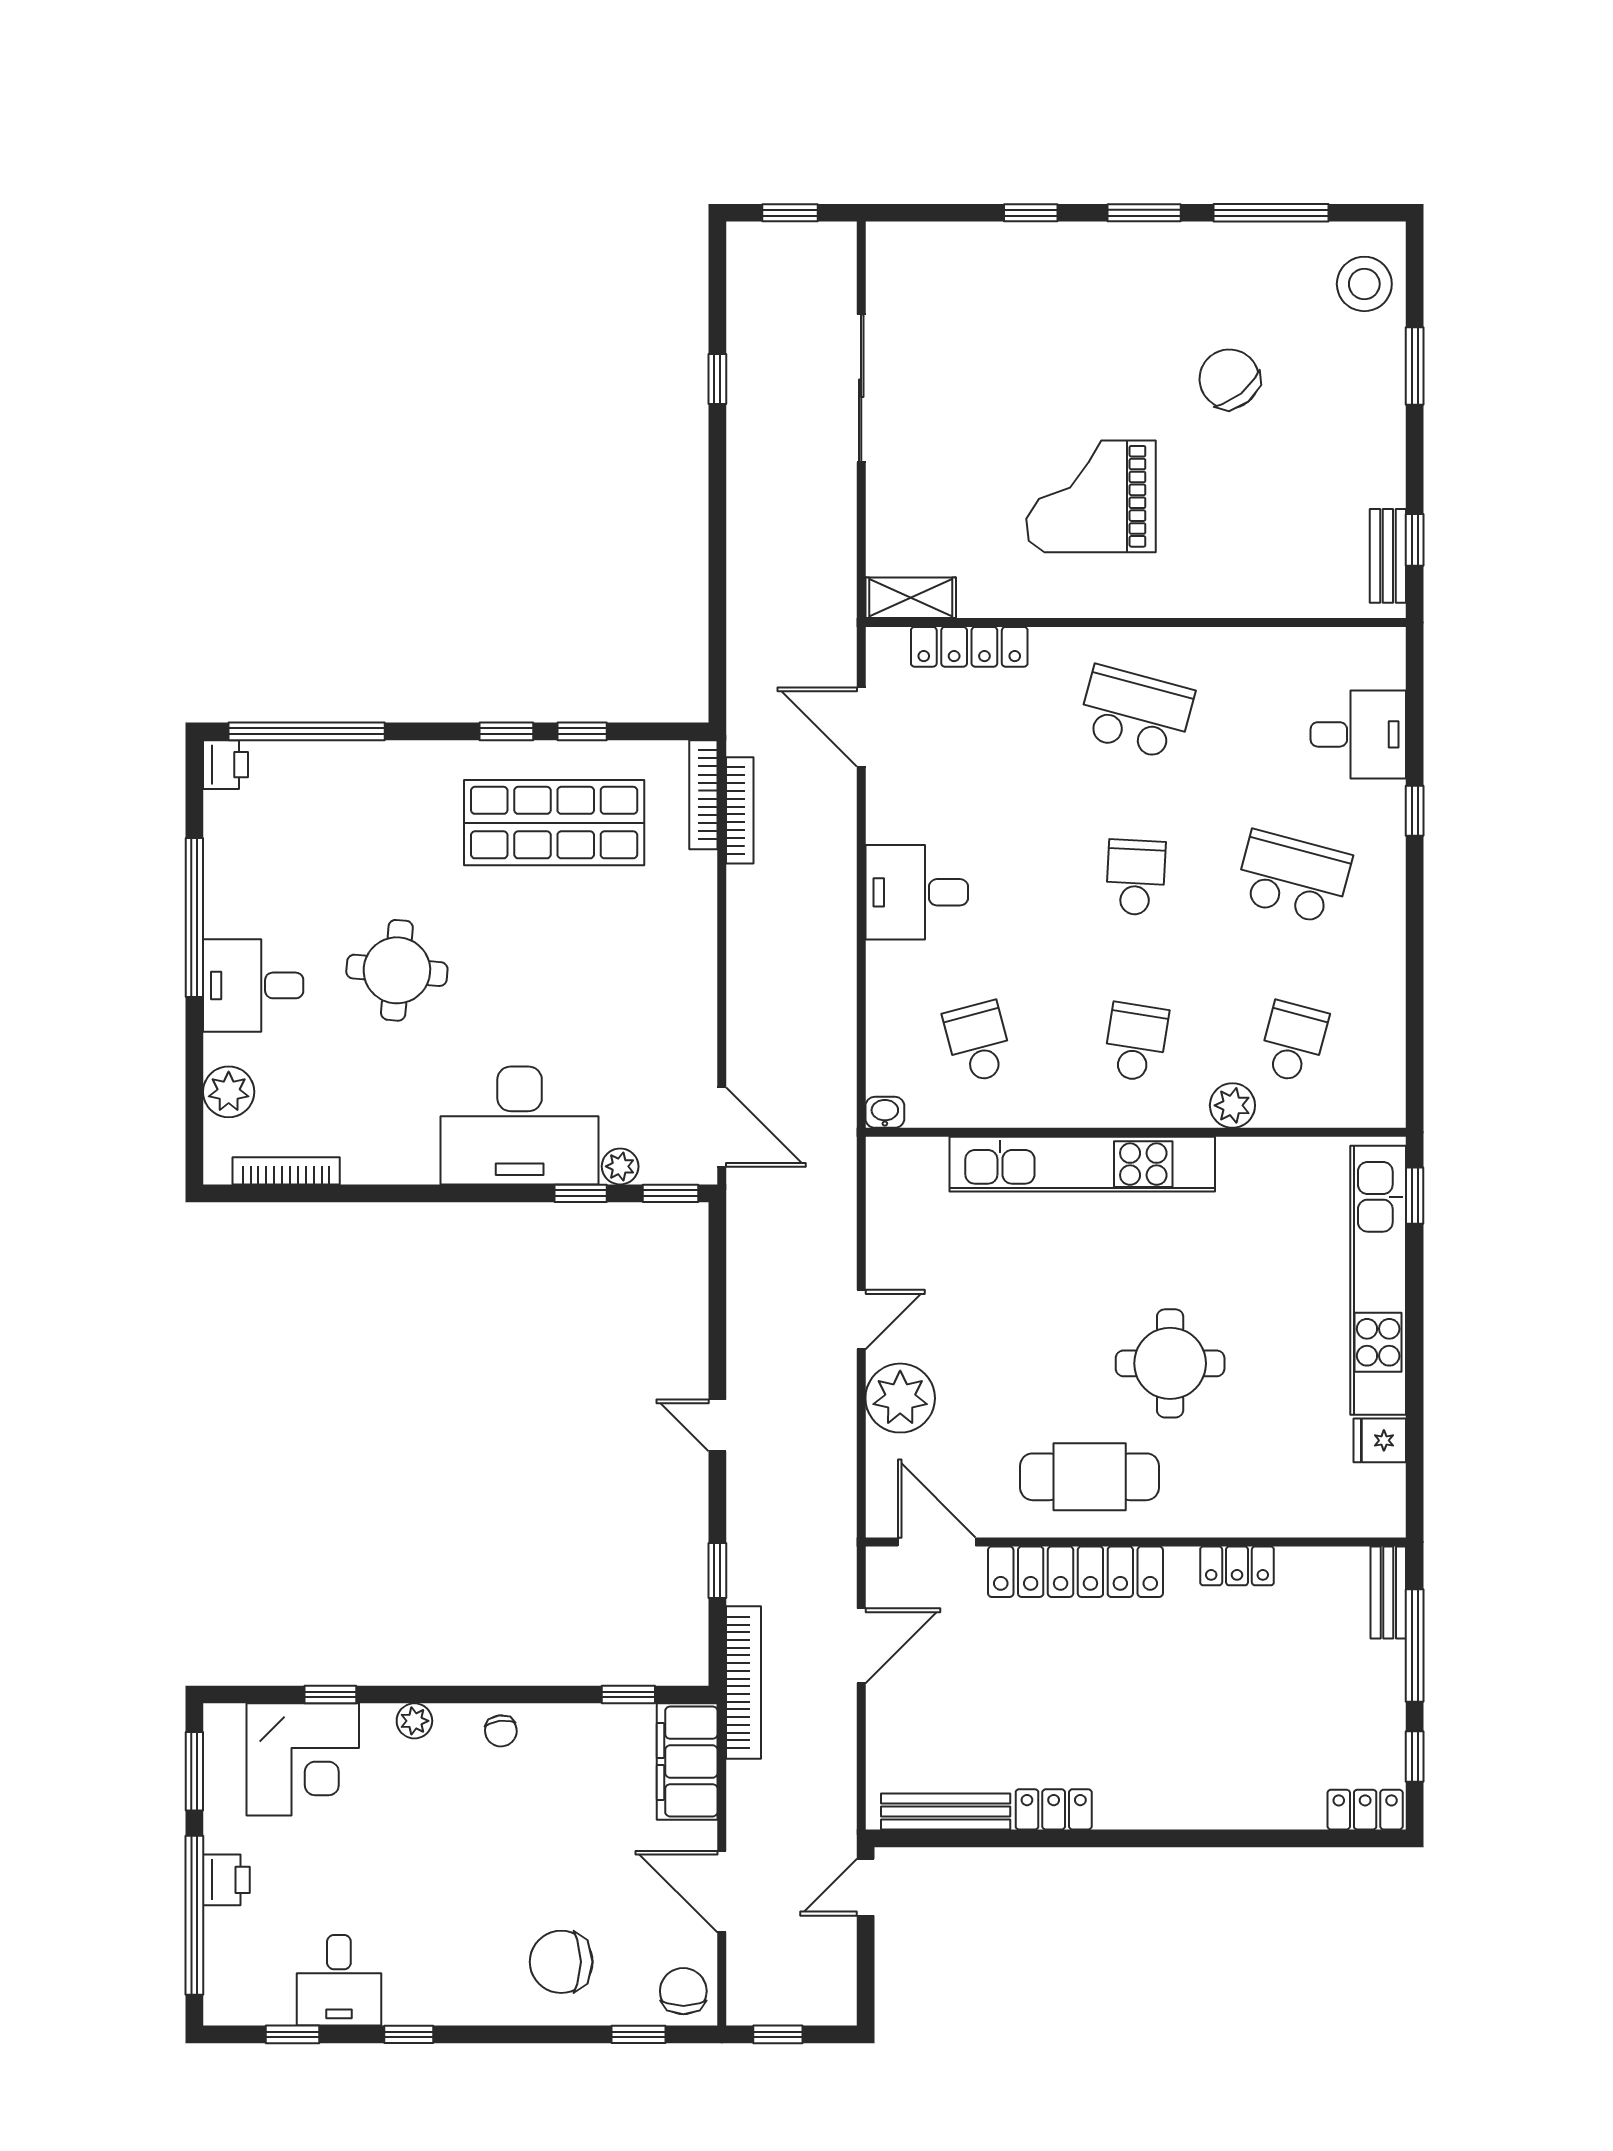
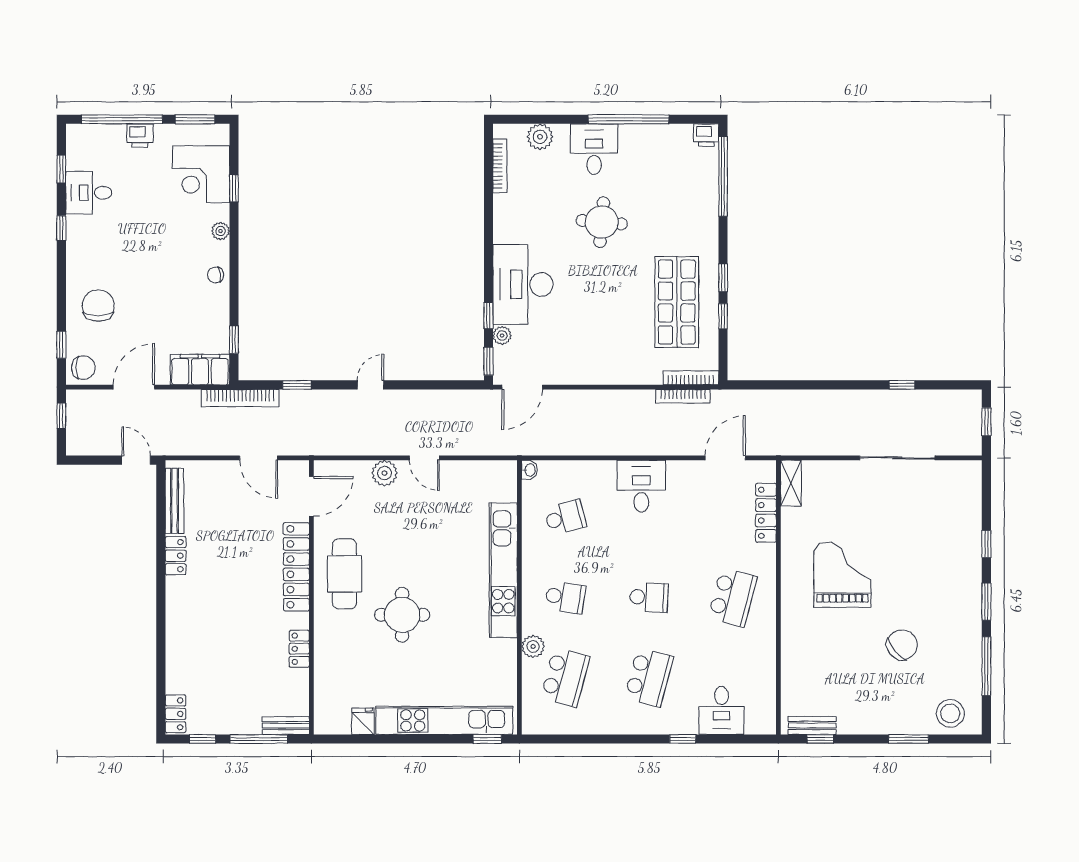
school desk: (1293, 1042) -> (565, 677), width x1.85
plant: (900, 1398) -> (384, 473), width x0.73, depth x0.73

